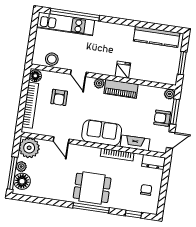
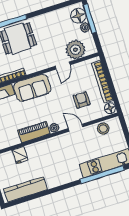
fridge: (123, 70) -> (20, 155), moved
door: (61, 140) -> (63, 65), swing flipped
plant: (29, 148) -> (75, 50), moved

